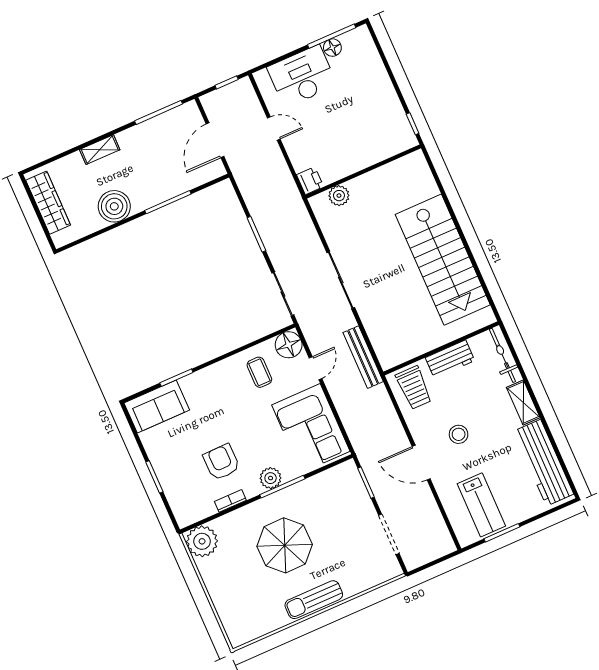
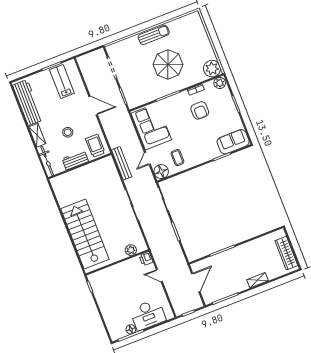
door: (274, 128) -> (159, 275), moved
boiler: (114, 206) -> (251, 250), removed
stairs: (443, 260) -> (85, 234), moved
stool: (459, 434) -> (68, 132), moved
plant: (271, 478) -> (220, 83), moved

